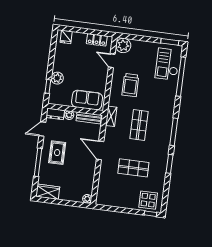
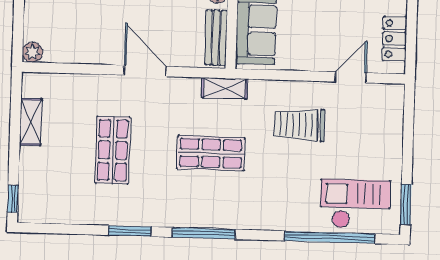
plant: (123, 45) -> (388, 100), removed
door: (100, 150) -> (145, 71), hinge flipped
display table: (148, 200) -> (43, 191), removed
shelving: (117, 203) -> (31, 122), added

